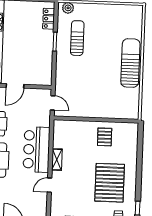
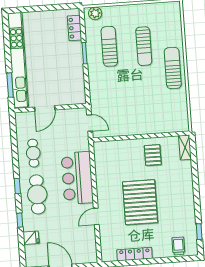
sun lounger: (107, 41) -> (144, 46), added
sun lounger: (130, 63) -> (173, 68), width x0.73, depth x0.75
shelving: (57, 160) -> (185, 148), moved
pallet: (110, 183) -> (140, 202), moved

